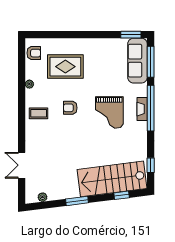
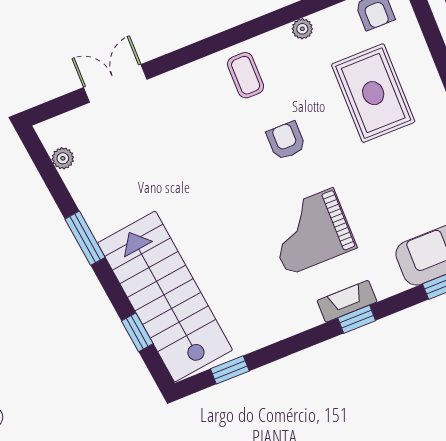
window: (151, 108) -> (357, 319), width x0.32

